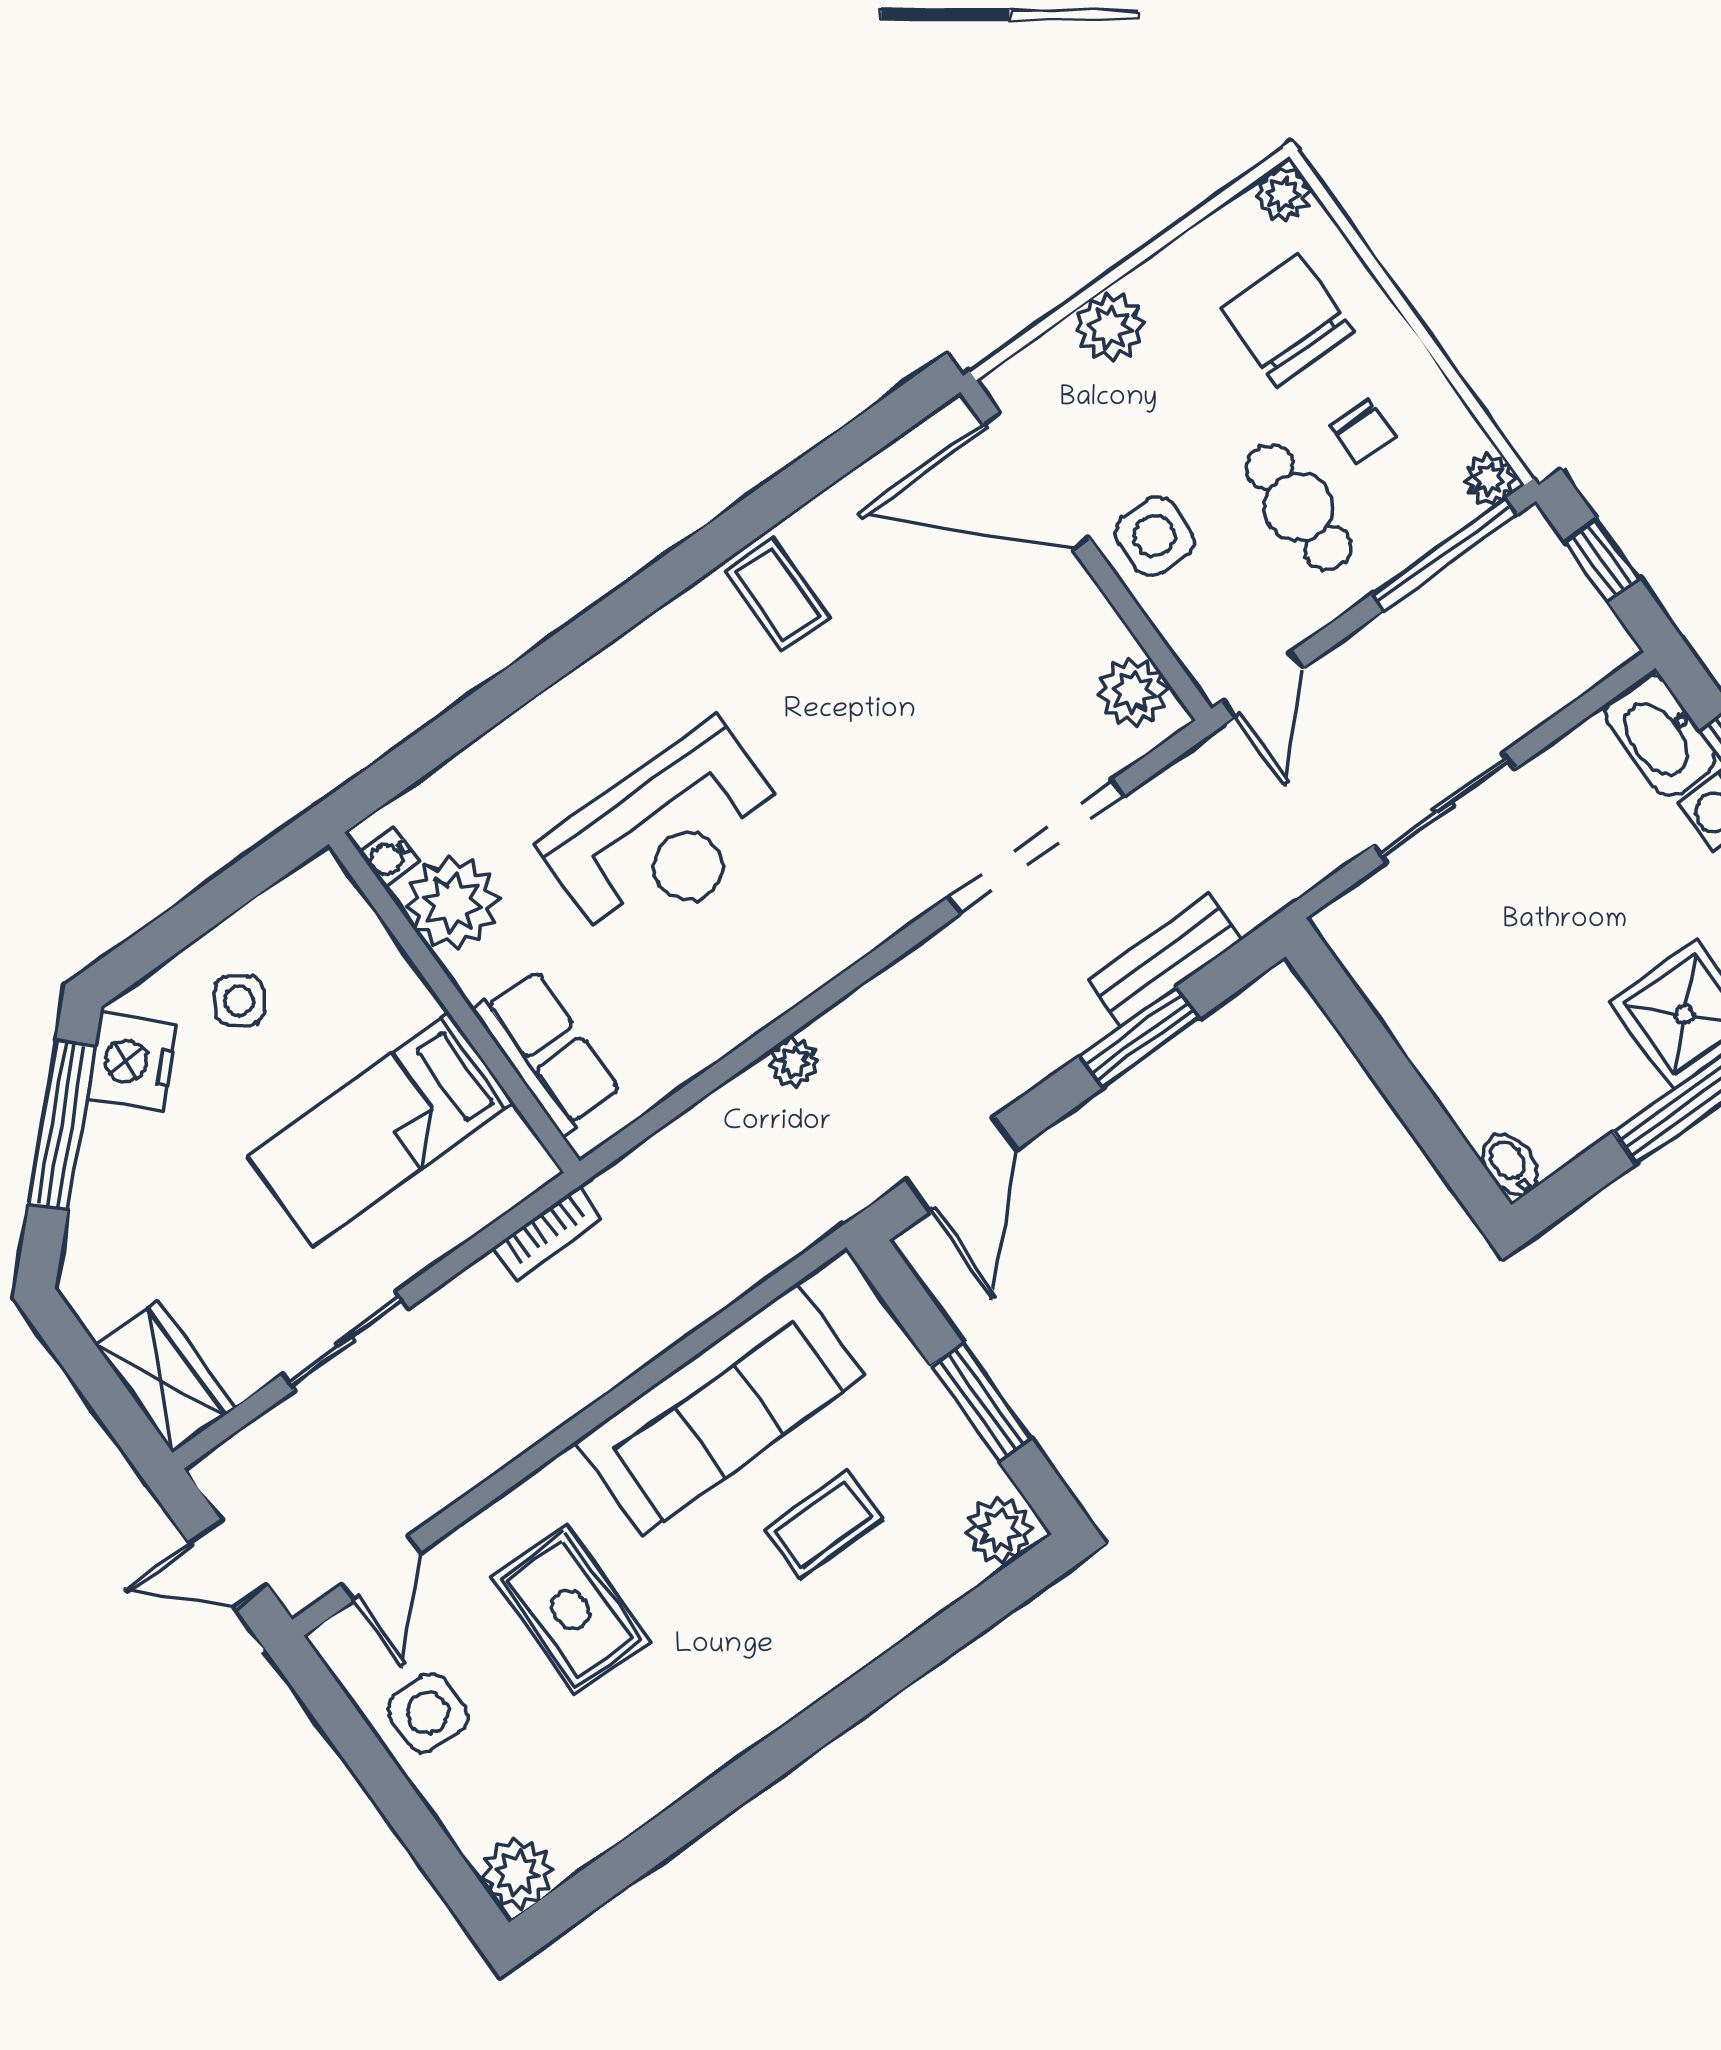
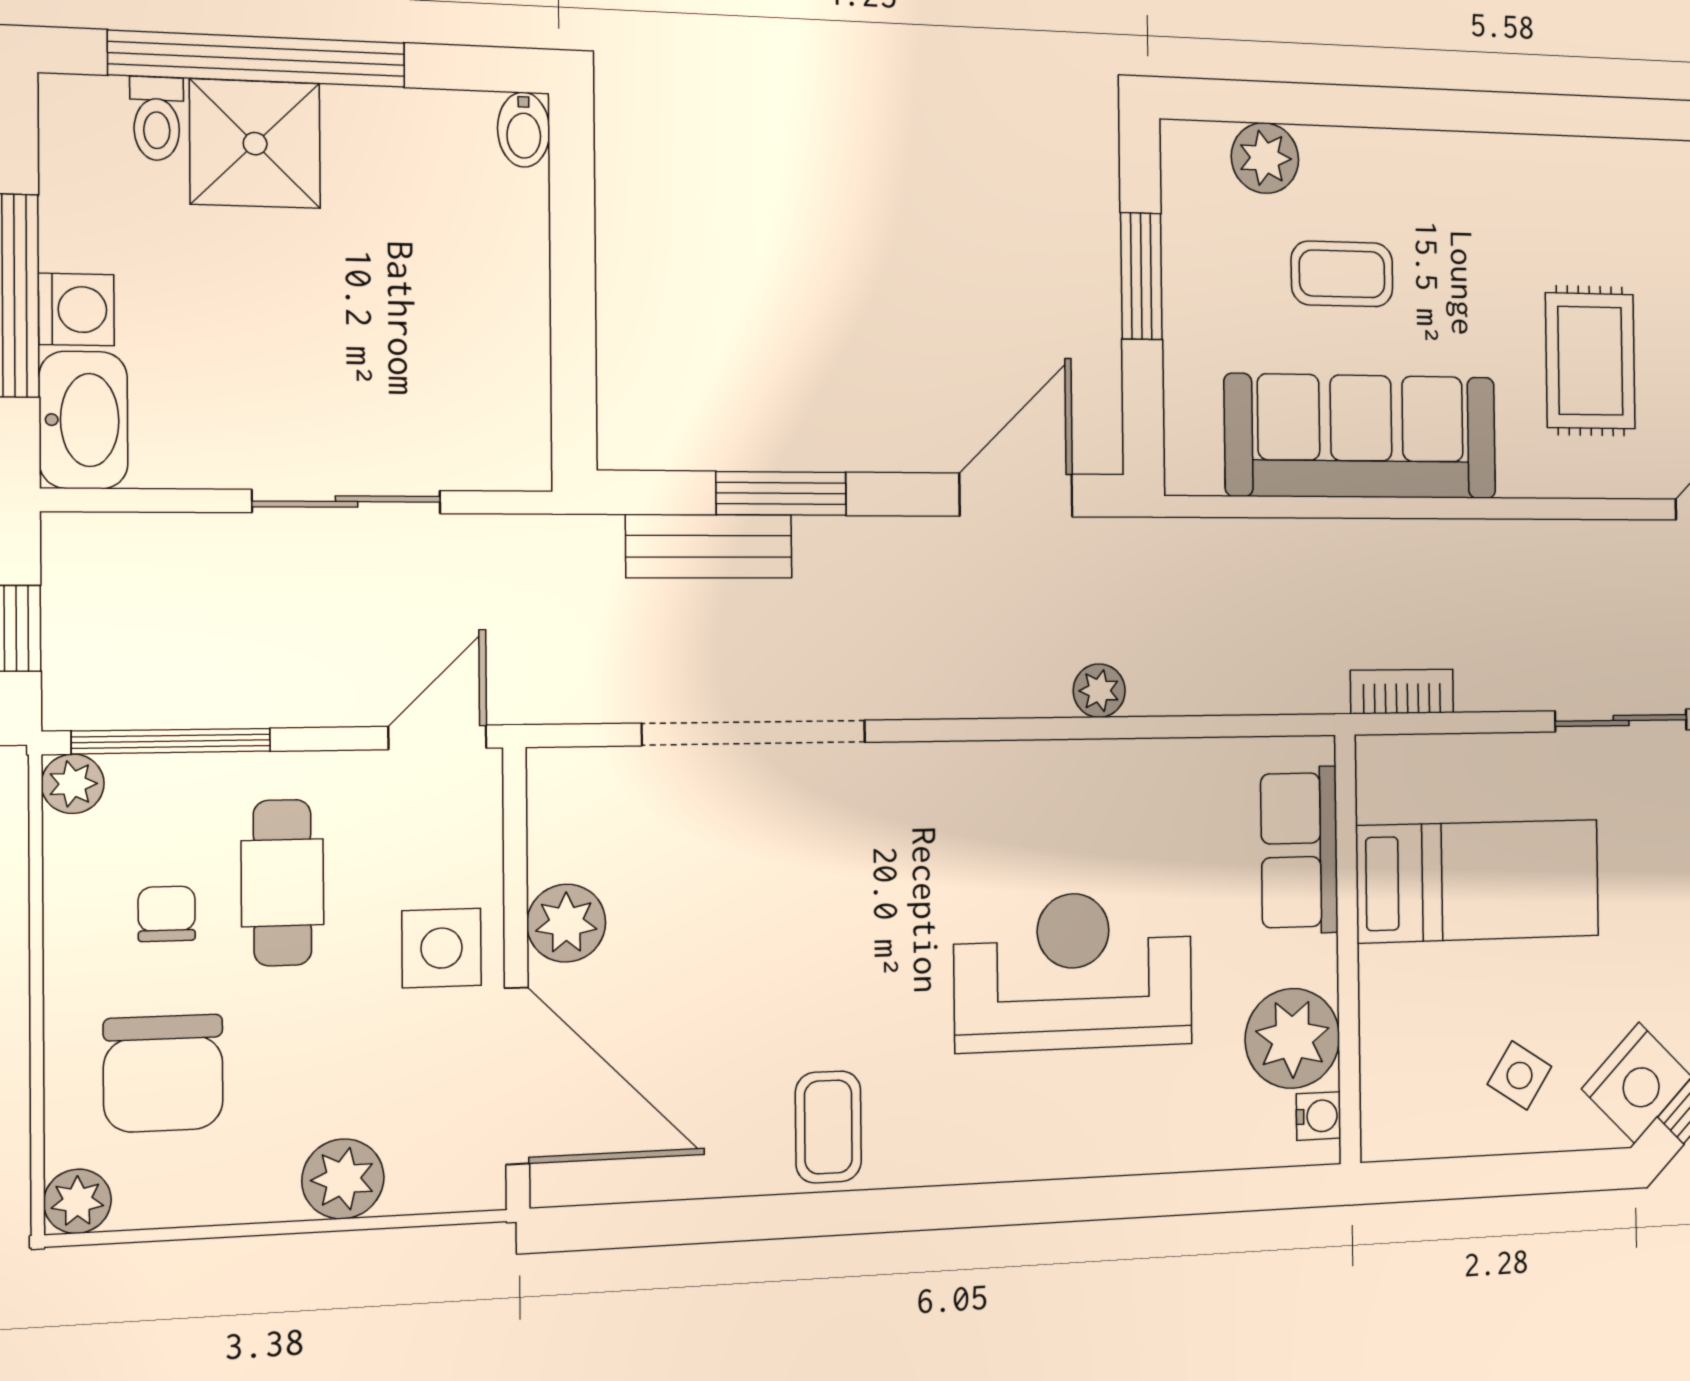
plant: (1133, 692) -> (566, 923), moved
plant: (1000, 1530) -> (1265, 158), moved

